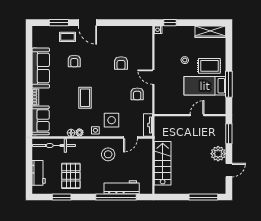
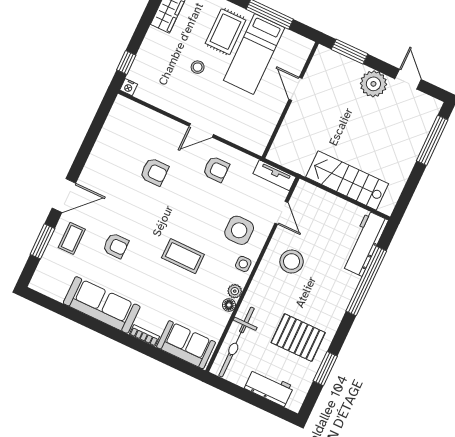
workbench: (122, 187) -> (365, 243), moved

